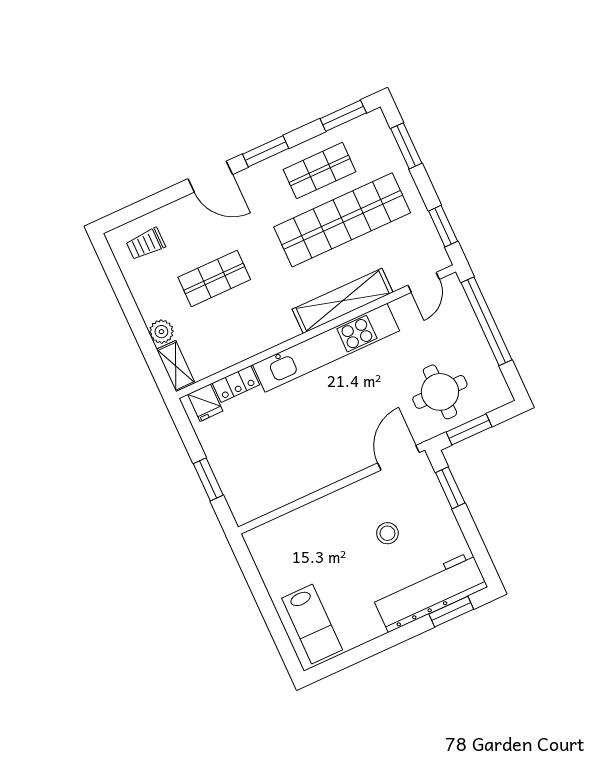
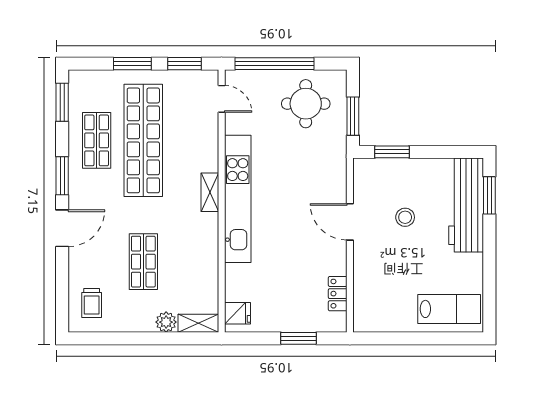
window: (406, 146) -> (132, 64), moved
shelving: (343, 301) -> (210, 192), width x0.45, depth x0.75
locker: (236, 384) -> (338, 294), moved, turned 180
round table: (440, 392) -> (306, 104), moved
door: (398, 458) -> (350, 222), moved

